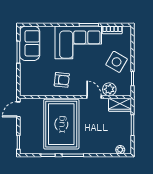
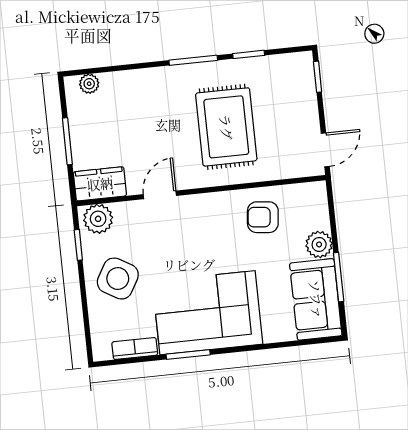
plant: (26, 68) -> (319, 244), added
armchair: (62, 80) -> (263, 217), moved
plant: (109, 89) -> (98, 219), moved
door: (94, 97) -> (160, 195), swing flipped
rug: (61, 124) -> (226, 127), width x0.73, depth x0.69

